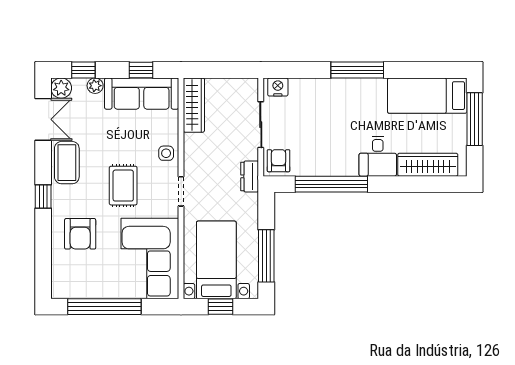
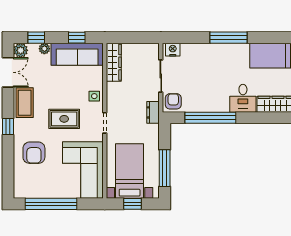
rug: (123, 186) -> (64, 119), turned 90

